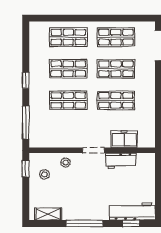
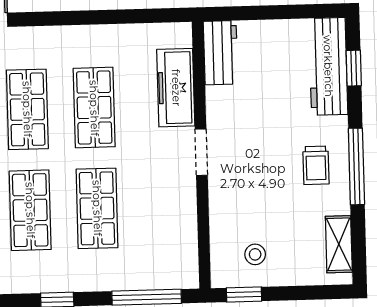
freezer: (124, 139) -> (176, 88), width x1.40
workbench: (121, 161) -> (221, 53), moved
stool: (66, 163) -> (229, 210), removed
trolley: (86, 204) -> (316, 165), added

